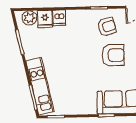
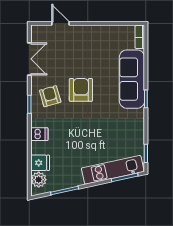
dishwasher: (59, 18) -> (39, 134), moved

